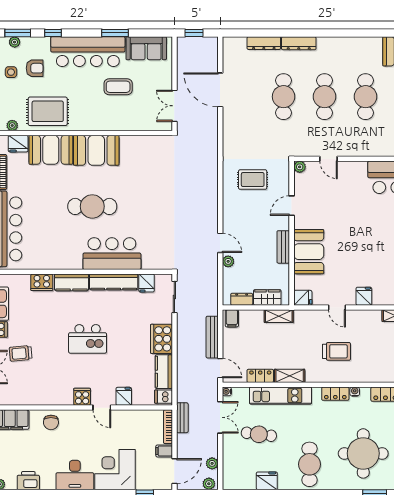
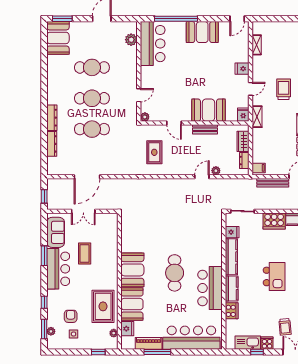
bar counter: (88, 52) -> (58, 269), width x0.73
double door: (174, 106) -> (83, 211), moved
bar counter: (112, 254) -> (210, 288), moved
shelving: (279, 316) -> (257, 117), moved

